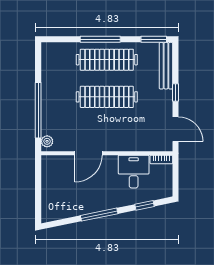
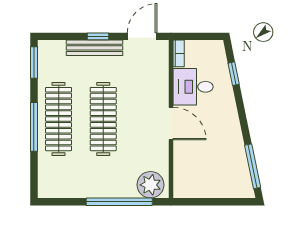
bench: (166, 66) -> (94, 48), moved
plant: (47, 141) -> (151, 185), width x1.88, depth x1.88
door: (88, 153) -> (171, 124), moved
window: (99, 215) -> (253, 166), moved

